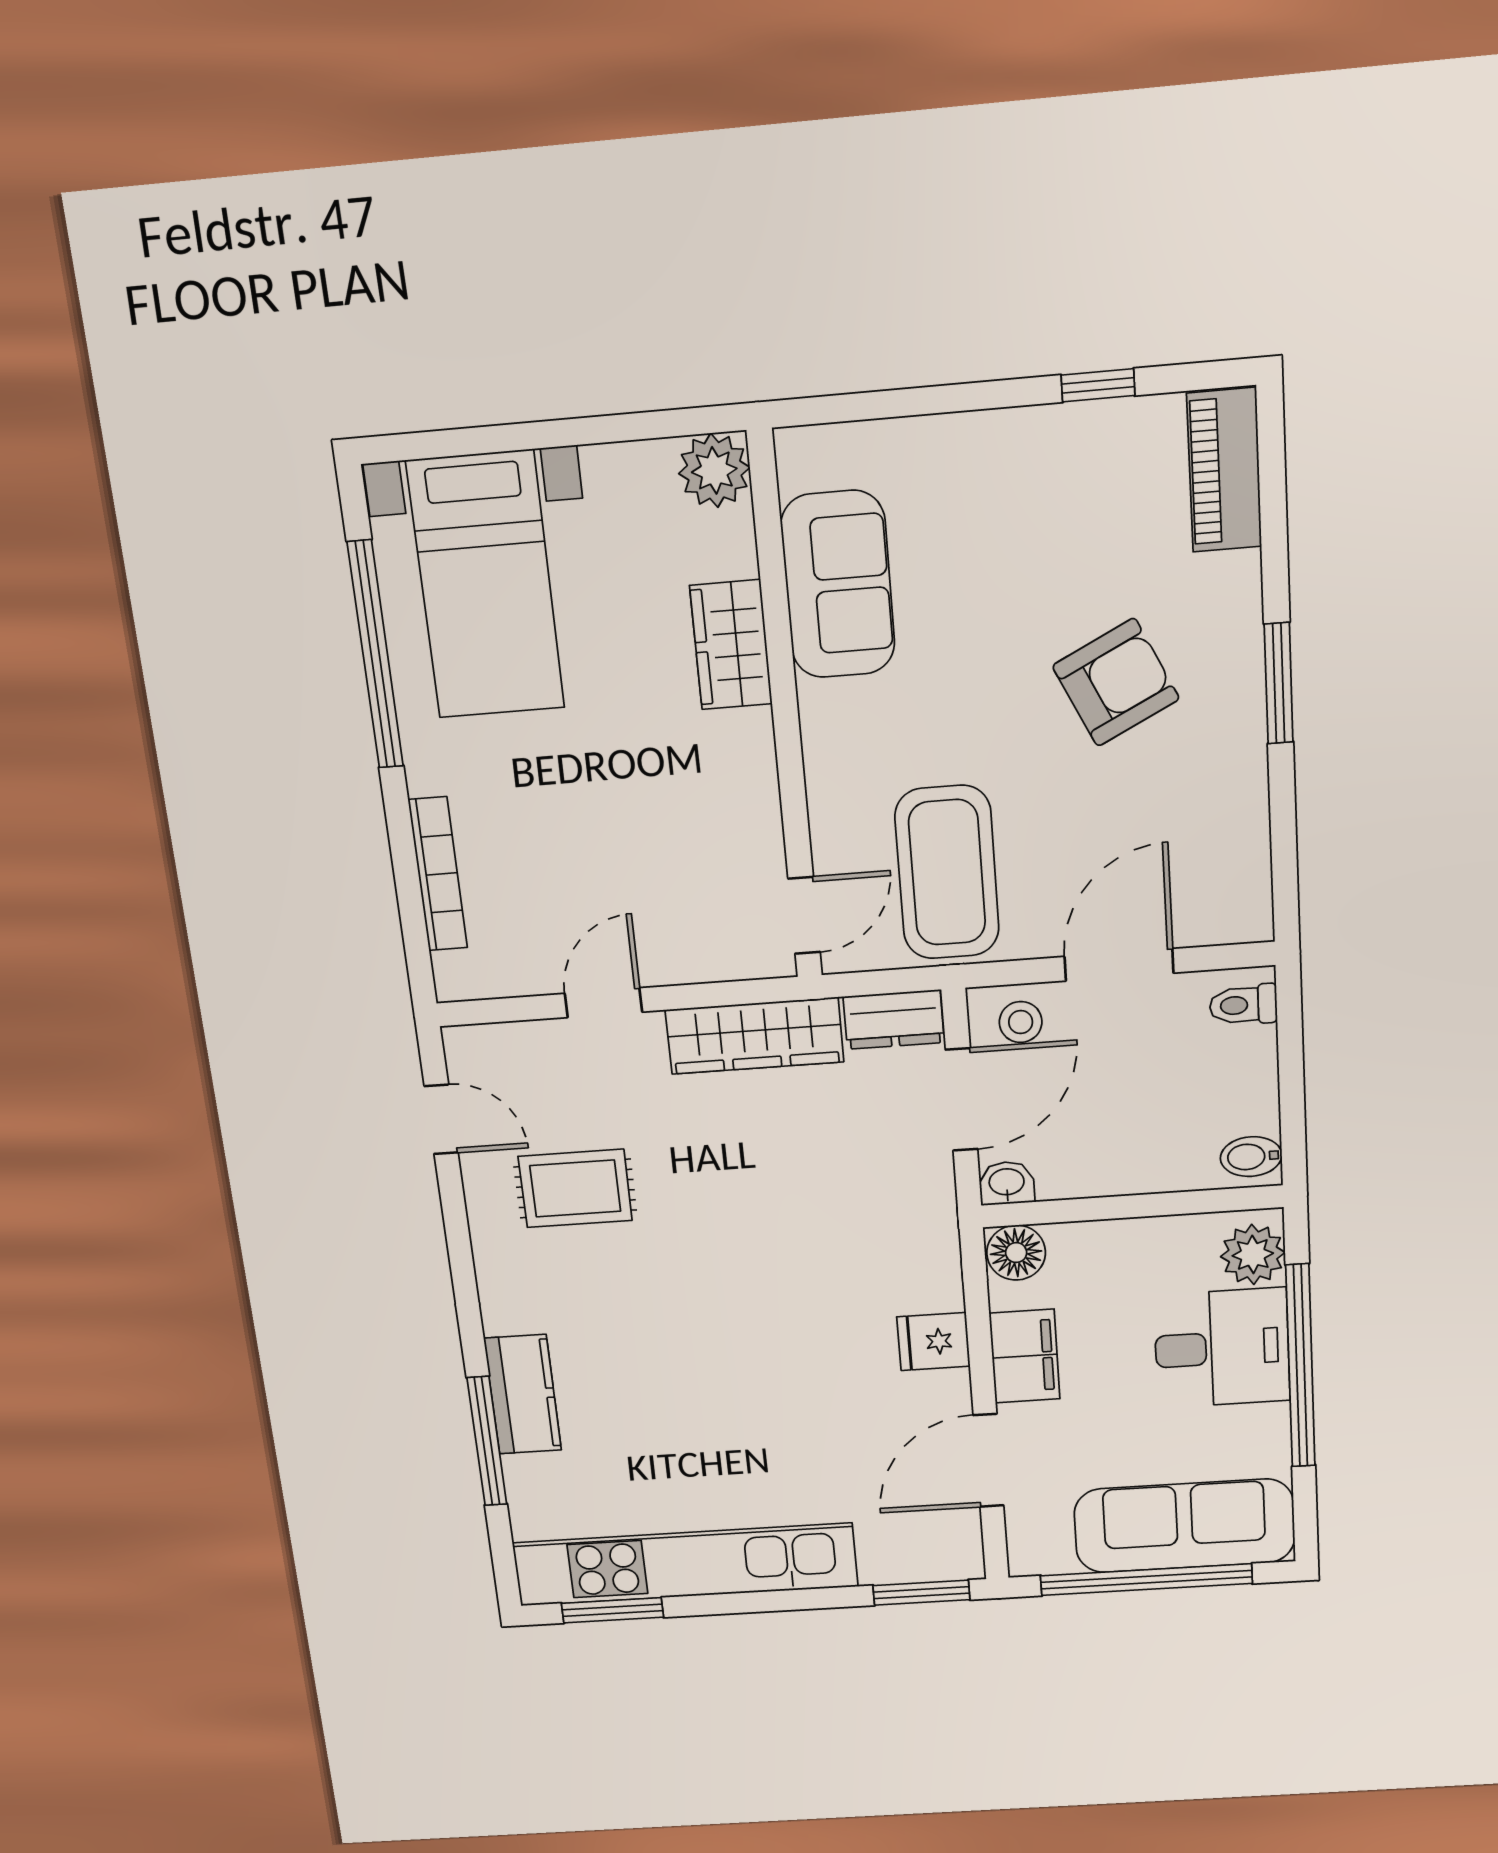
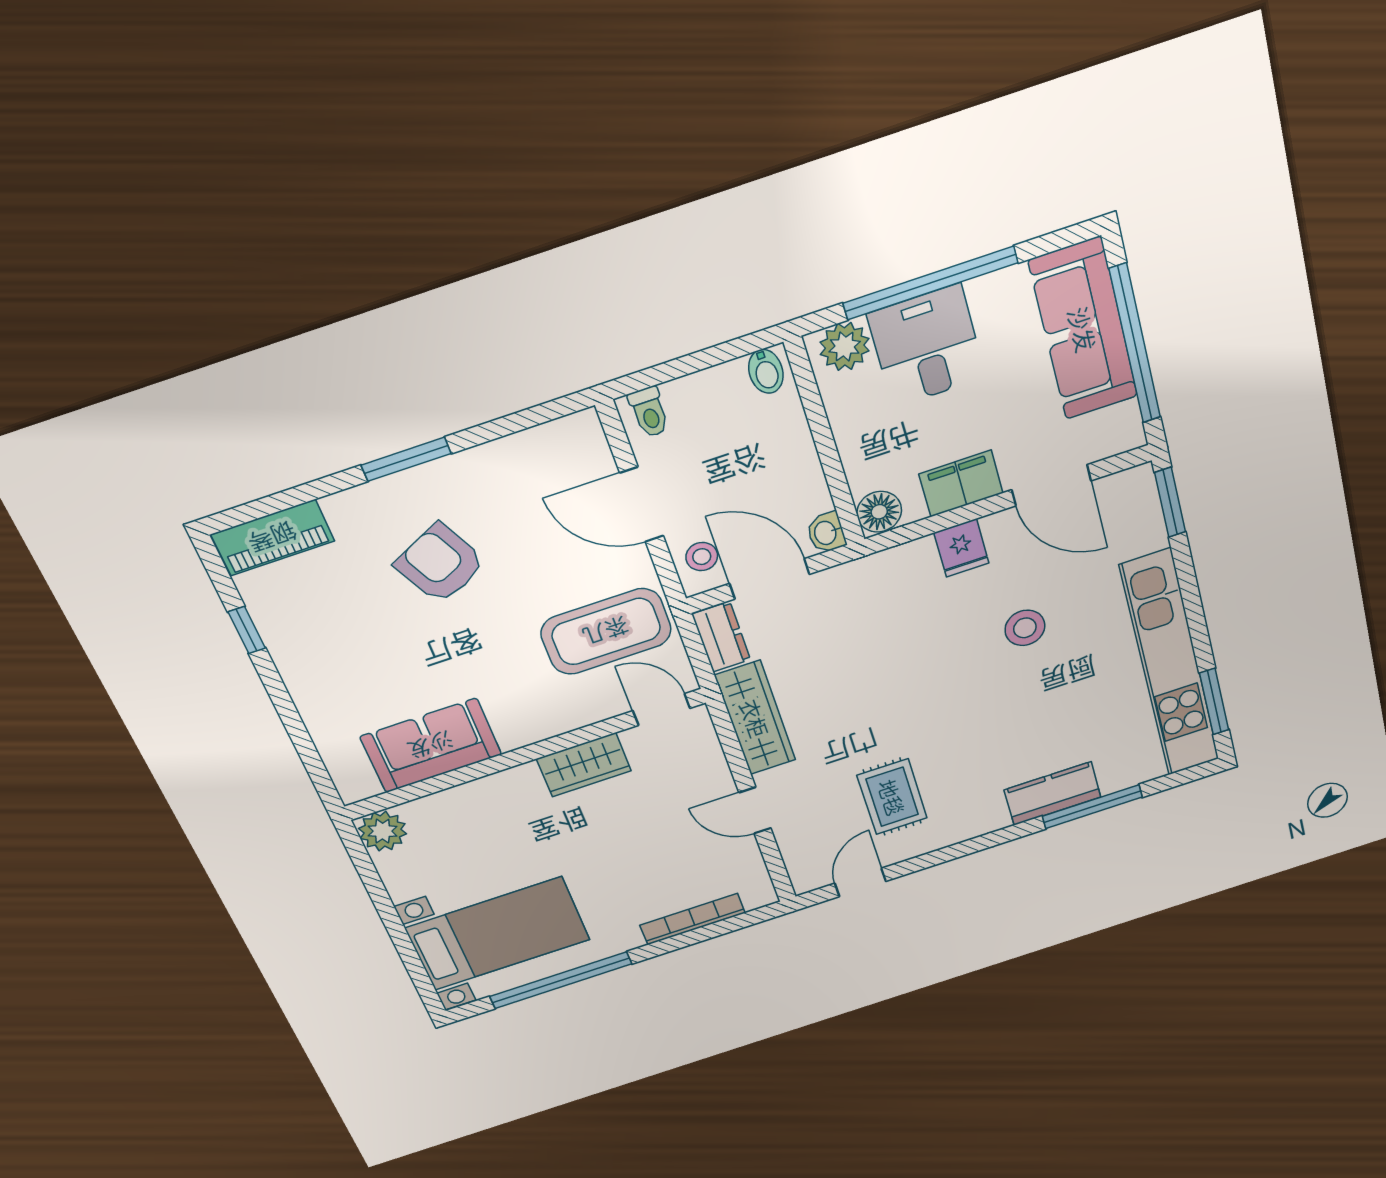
wardrobe: (731, 645) -> (584, 765), moved
stool: (793, 1399) -> (1025, 628), added

